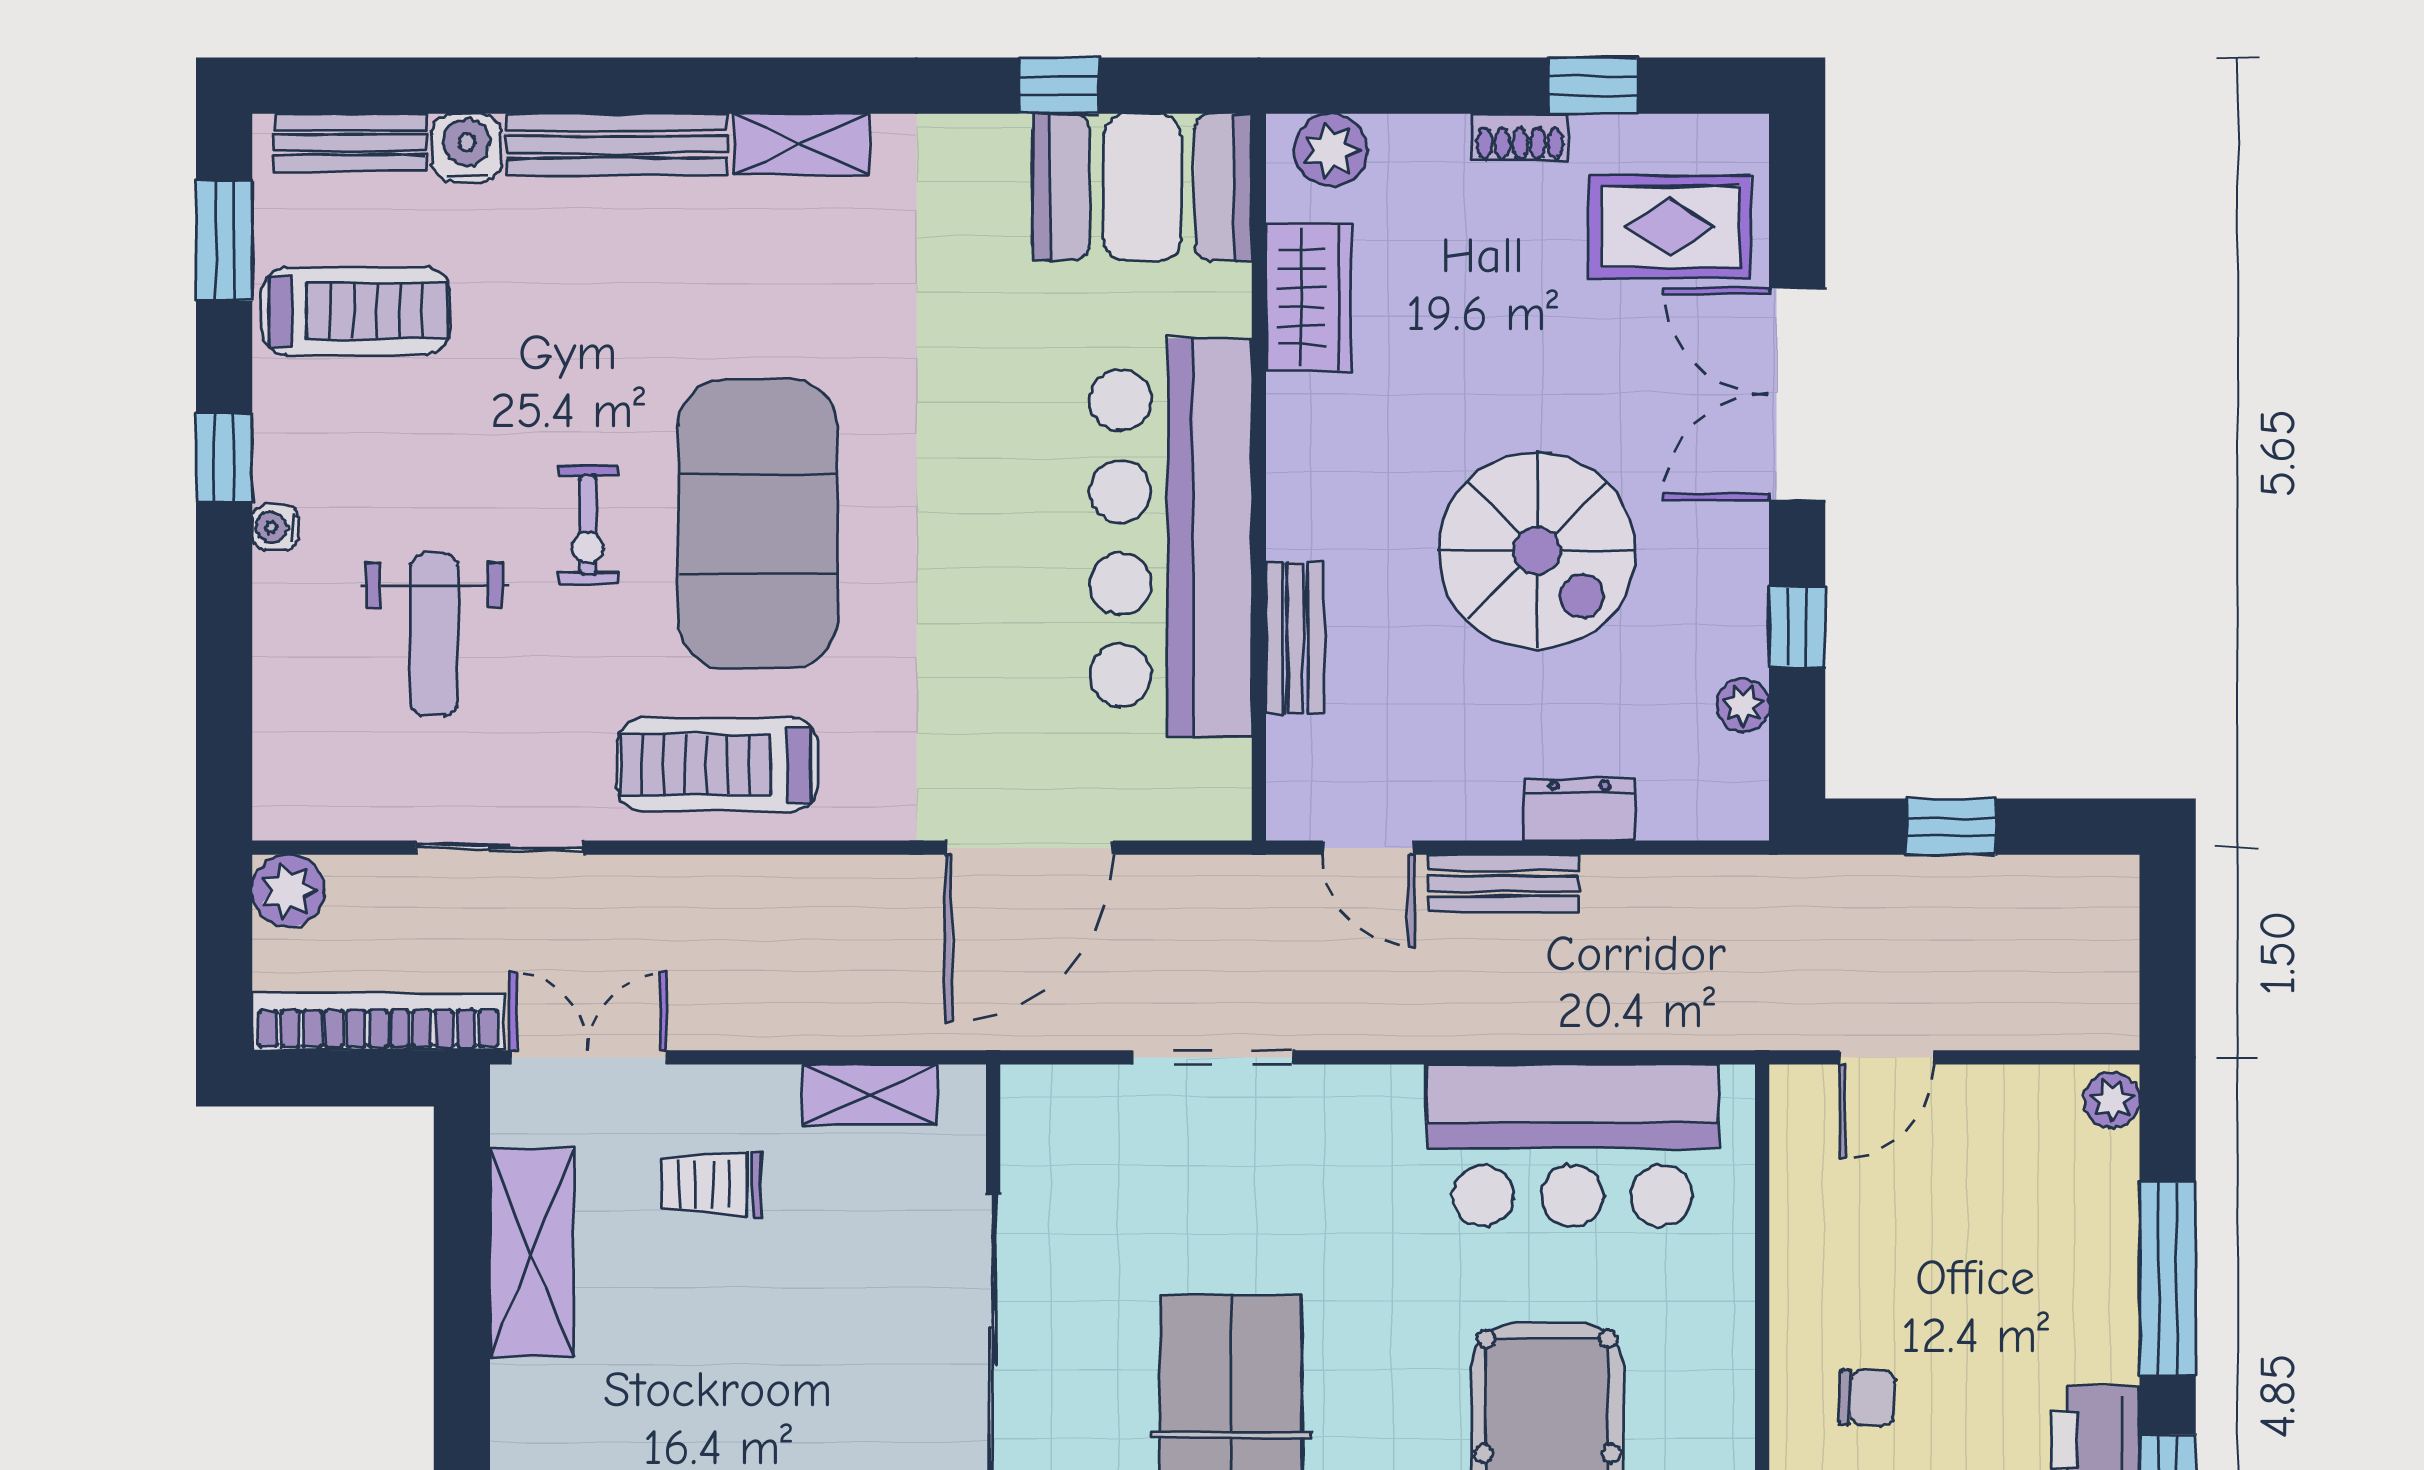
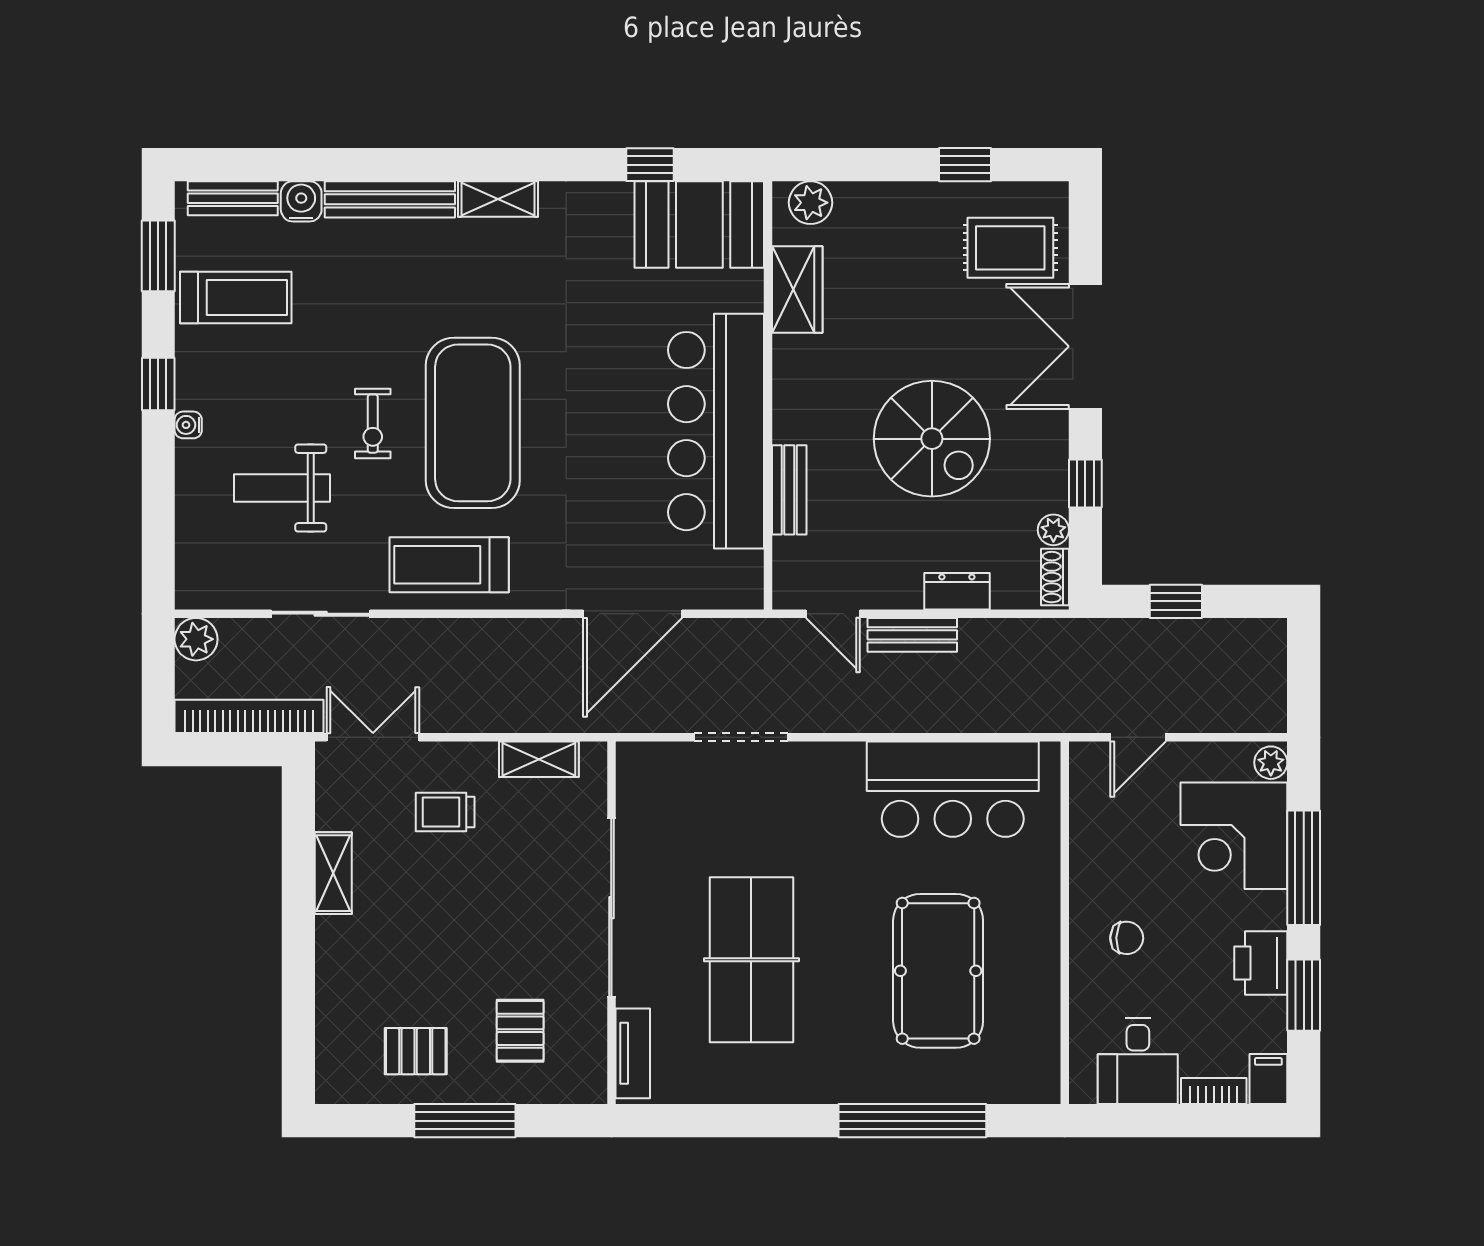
shoe rack: (1520, 137) -> (1055, 577), moved, turned 90
weight bench: (434, 634) -> (282, 488), turned 90
corner desk: (2049, 1224) -> (1234, 836), added
shelving: (532, 1253) -> (333, 873), width x0.67, depth x0.75

